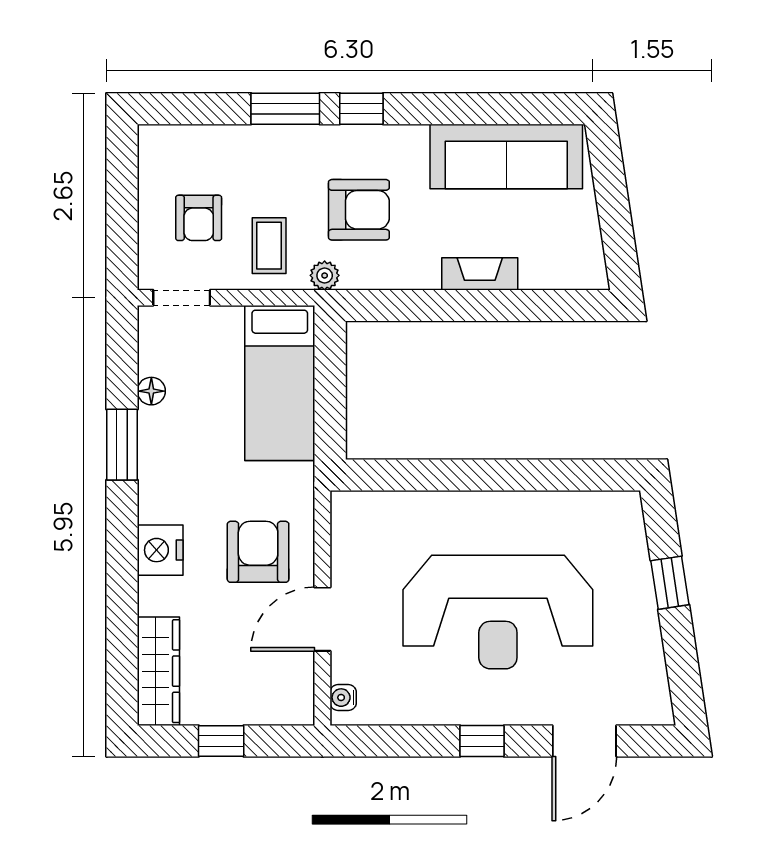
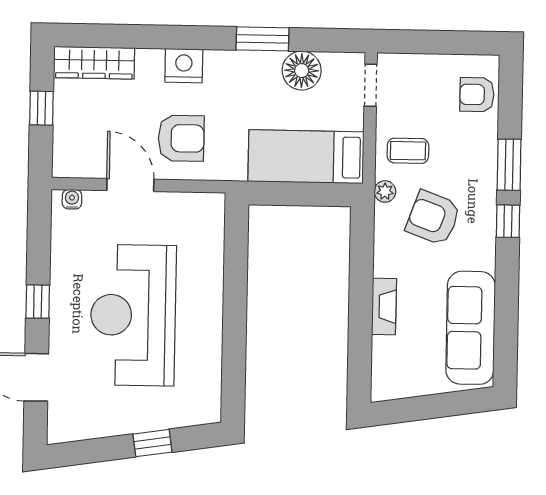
armchair: (359, 210) -> (433, 218), turned 110
armchair: (199, 218) -> (477, 95), moved
floor lamp: (151, 391) -> (302, 71), width x1.89, depth x1.89

